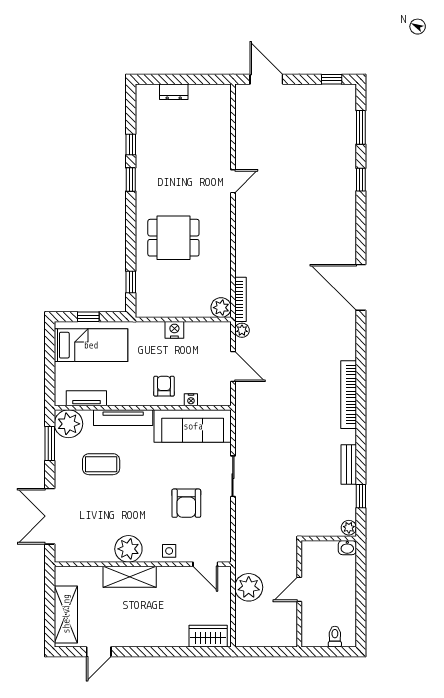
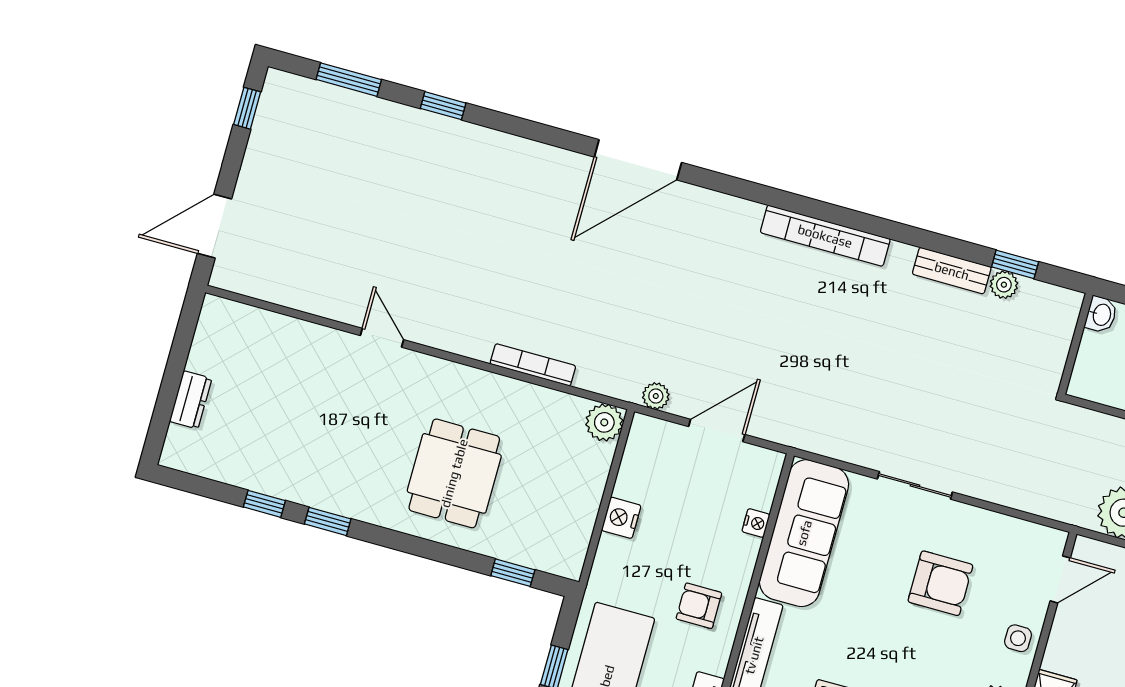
bookcase: (240, 299) -> (533, 365), moved
armchair: (164, 386) -> (699, 606), moved
plant: (349, 528) -> (1004, 285), moved

